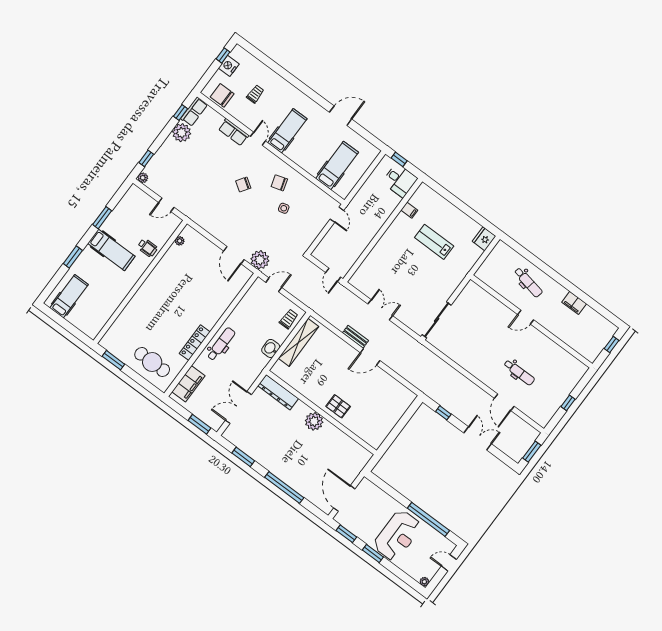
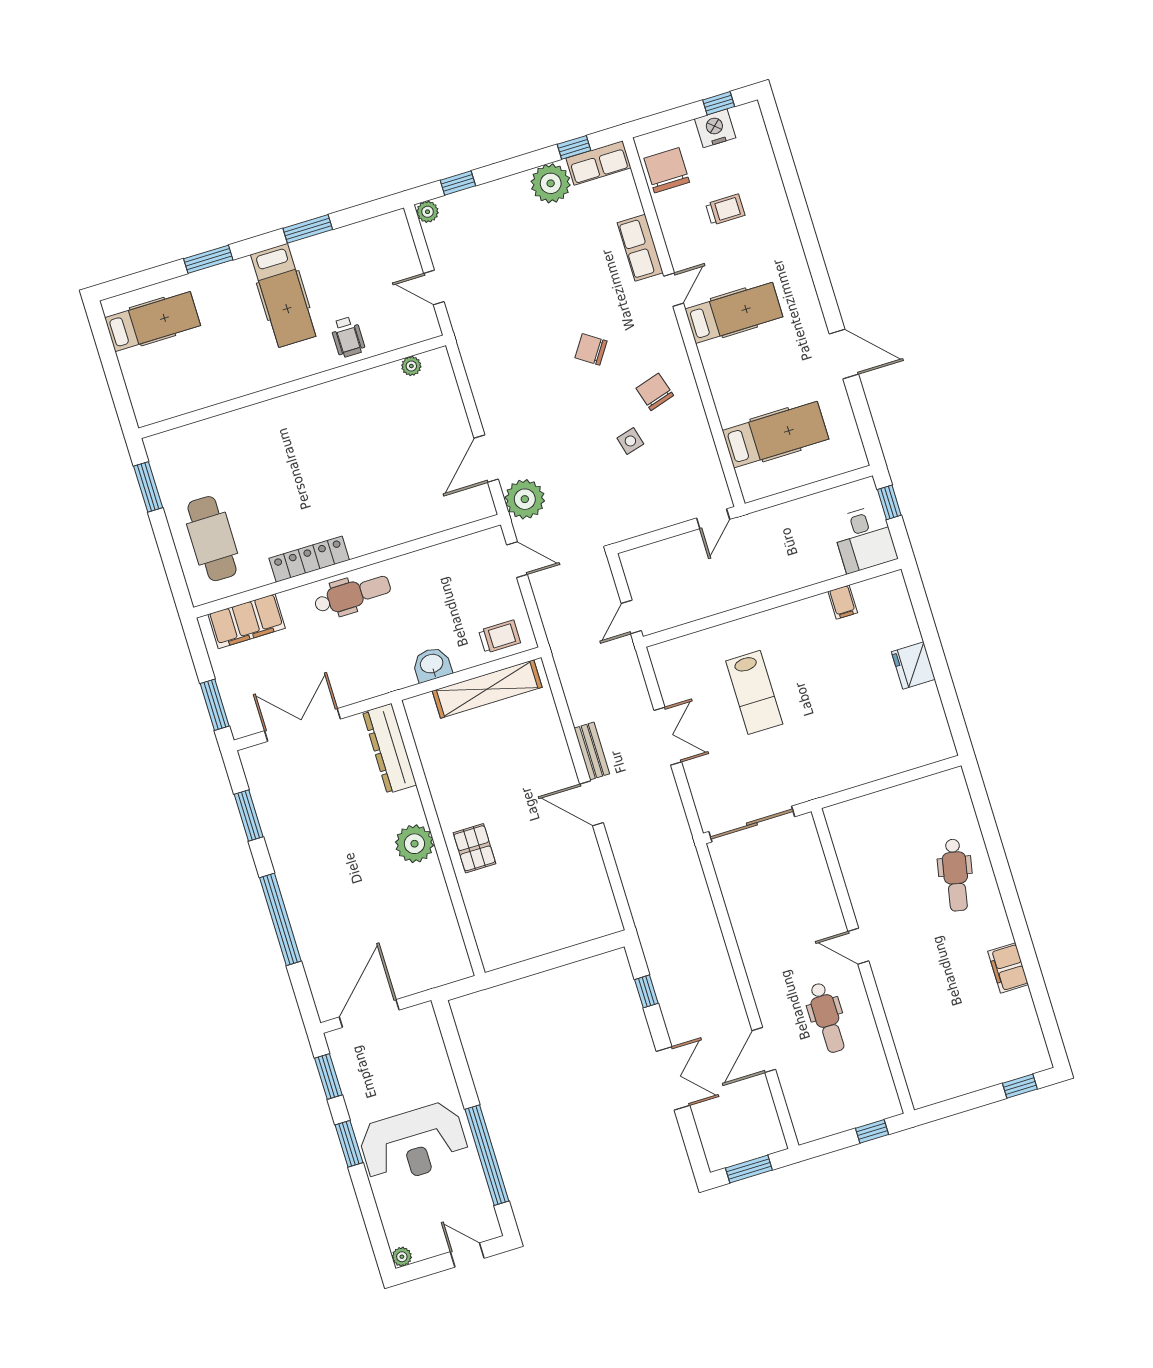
fridge: (484, 239) -> (913, 665), moved, turned -90
lab bench: (434, 242) -> (754, 692), moved, turned 180
door: (526, 317) -> (858, 946), moved
wall: (531, 321) -> (863, 961), moved

